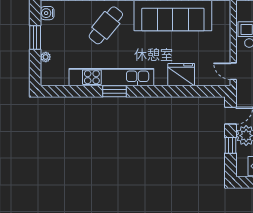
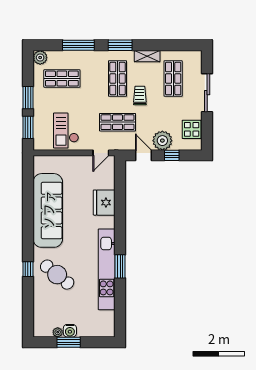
water cooler: (47, 13) -> (70, 331), moved
plant: (46, 57) -> (58, 332), moved

